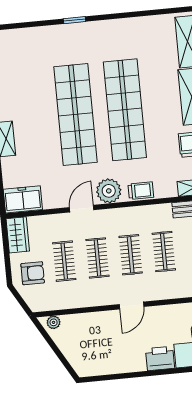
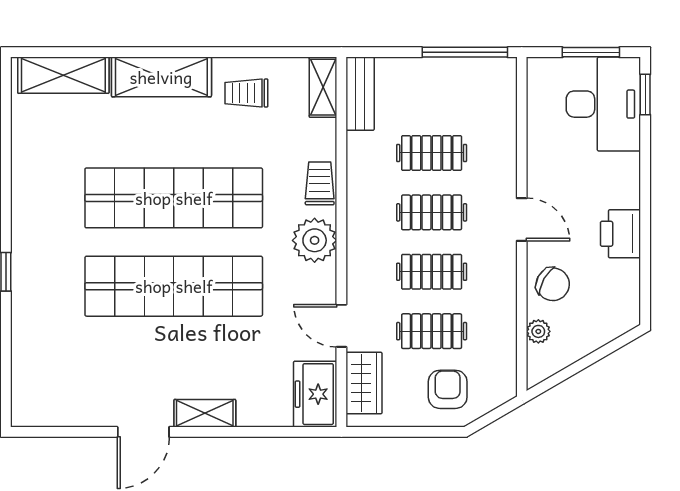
door: (82, 209) -> (341, 326), moved
wardrobe: (18, 235) -> (364, 383), moved, turned 90
plant: (54, 322) -> (538, 331), moved
chair: (97, 326) -> (553, 284), added
printer: (160, 358) -> (620, 234), moved

